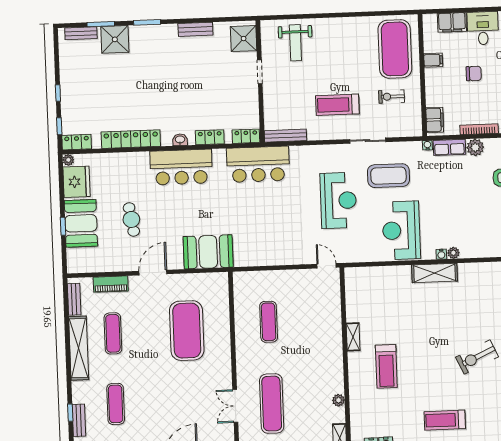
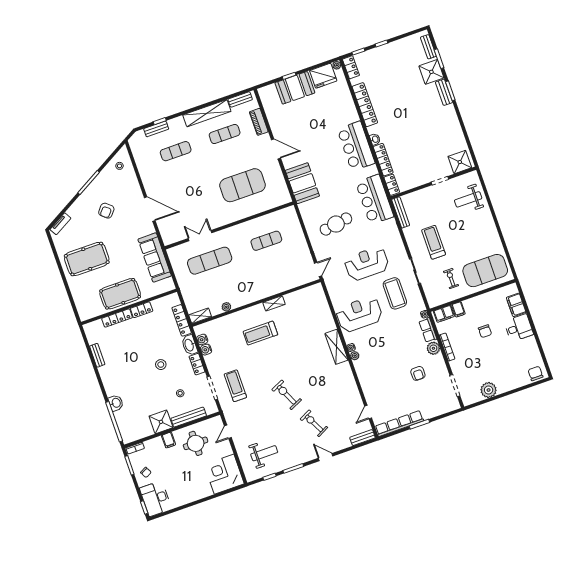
bench: (195, 29) -> (444, 92), moved
filing cabinet: (433, 60) -> (458, 309), moved
locker: (210, 137) -> (383, 160), width x1.53
reception desk: (338, 200) -> (367, 264), turned 180
cafe table: (131, 219) -> (336, 224), moved, width x1.37, depth x1.35

